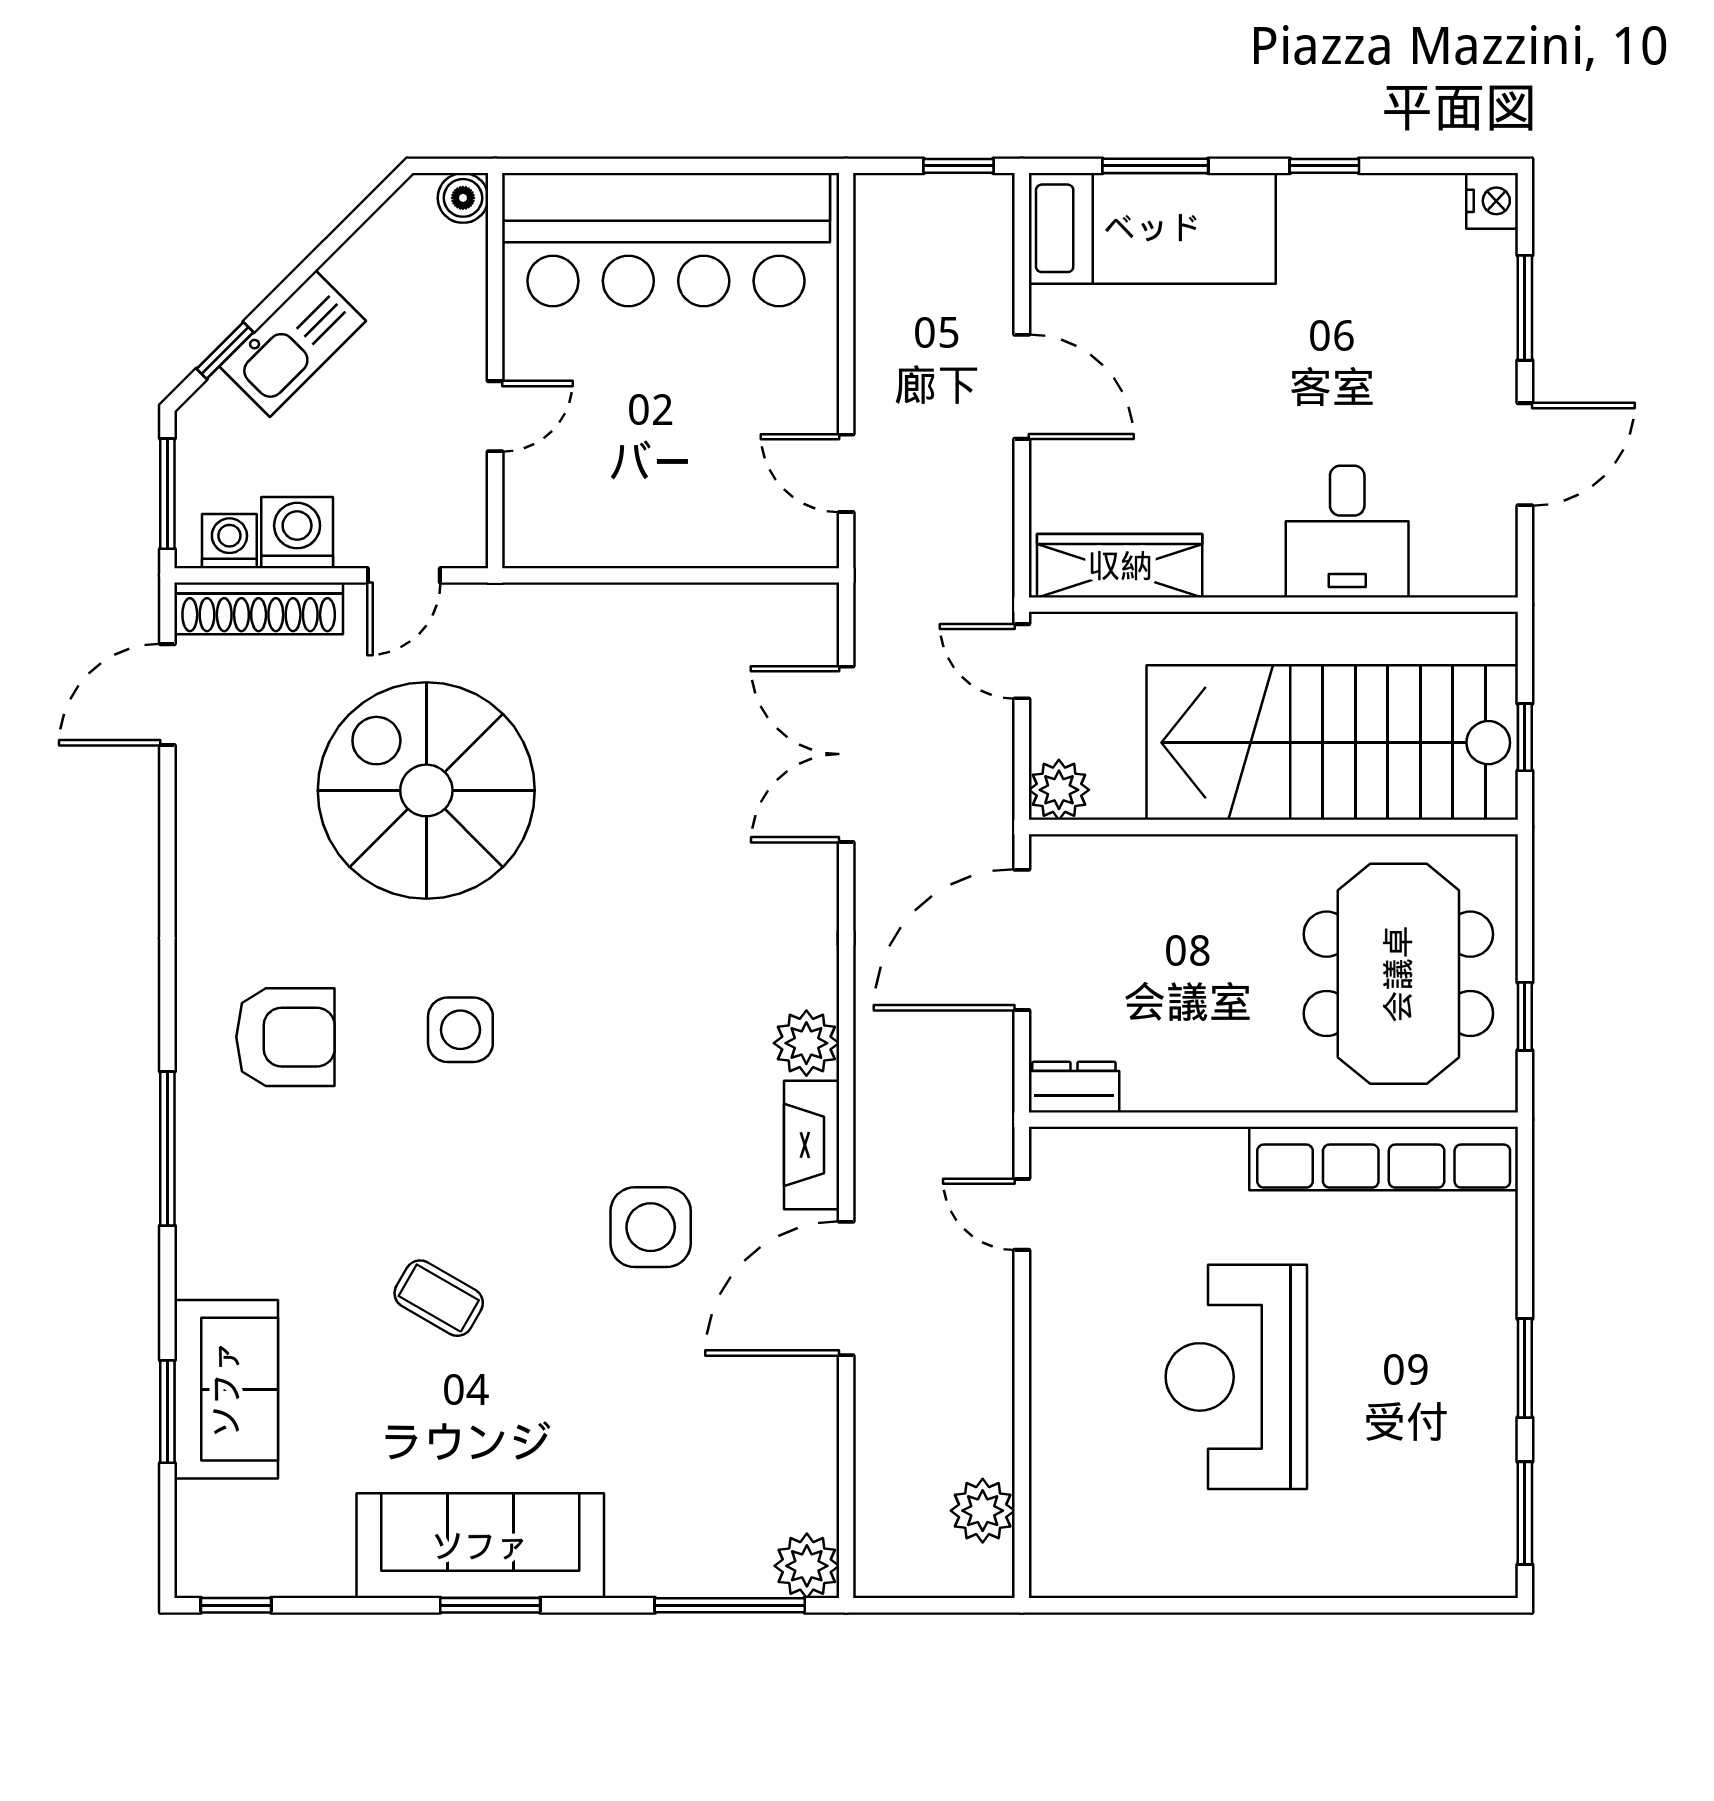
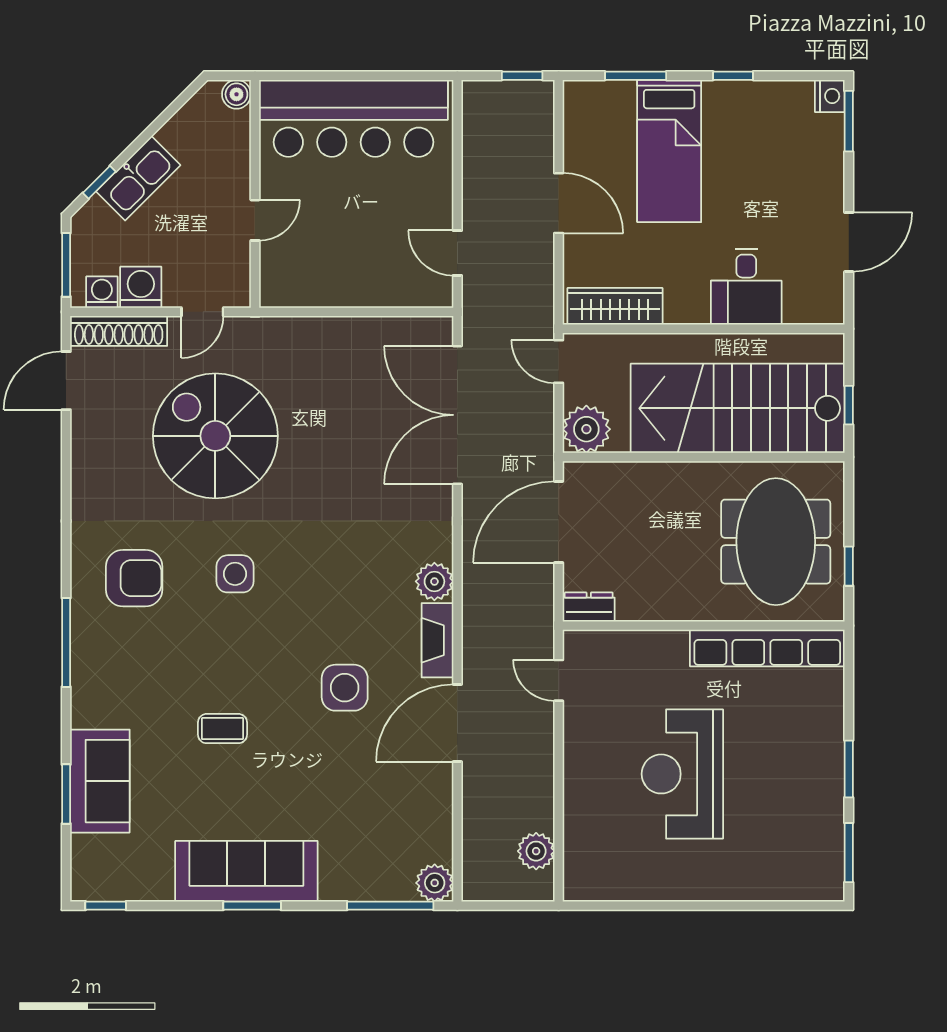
bed: (1152, 228) -> (669, 151), moved, turned 90
window: (1525, 308) -> (849, 121), moved
double door: (846, 754) -> (457, 415), width x1.36
plant: (1059, 790) -> (586, 429), width x1.36, depth x1.36
coffee table: (439, 1298) -> (222, 729), turned -30

